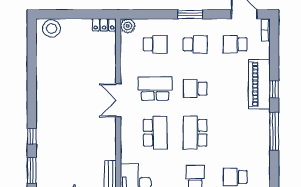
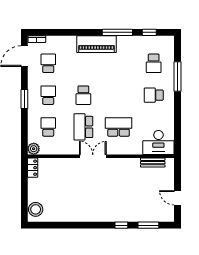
school desk: (235, 44) -> (48, 63), turned 180
piano: (259, 84) -> (96, 44), moved
window: (274, 89) -> (149, 32), moved
double door: (118, 100) -> (93, 156), swing flipped
school desk: (195, 133) -> (119, 95), removed

